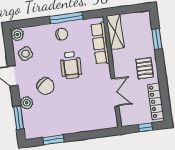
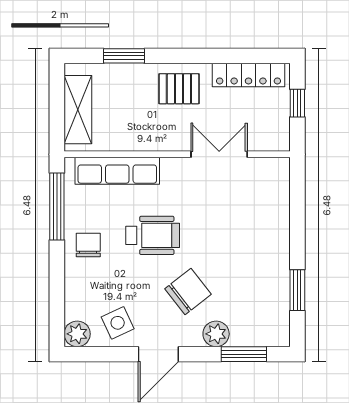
window: (66, 18) -> (57, 207), moved
shelving: (115, 32) -> (78, 110), moved, turned 90

